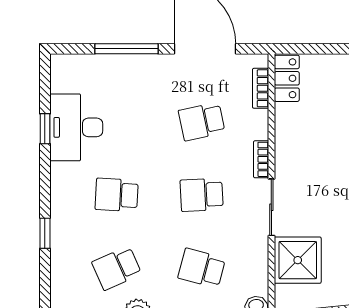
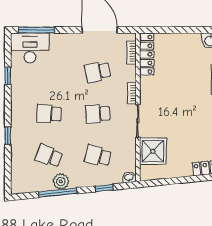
window: (127, 49) -> (36, 30), moved
locker: (287, 78) -> (147, 54), width x1.53
desk: (76, 127) -> (30, 48), moved, turned 90
school desk: (117, 268) -> (49, 156), turned 45

